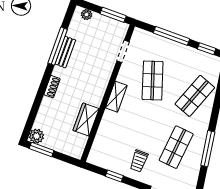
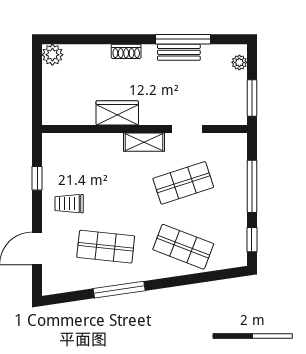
doorway: (123, 51) -> (187, 129), moved
wardrobe: (86, 120) -> (117, 113), moved
window: (42, 150) -> (37, 68), removed

